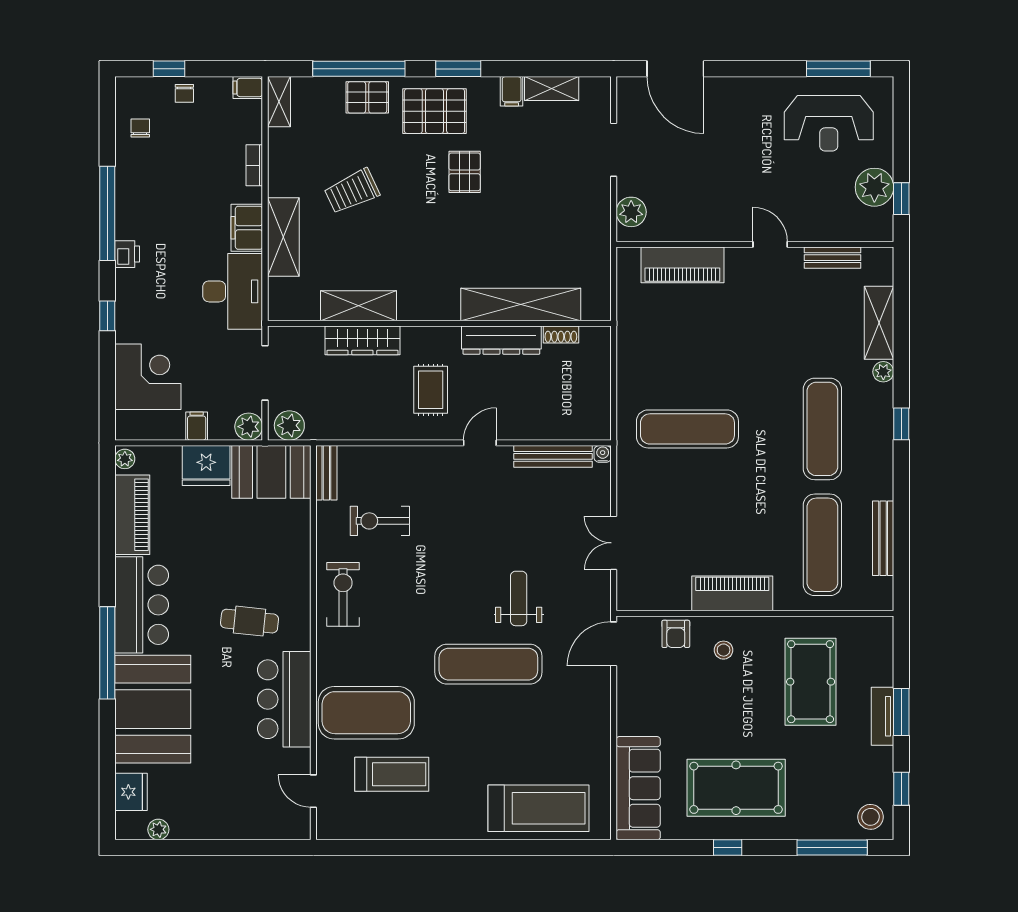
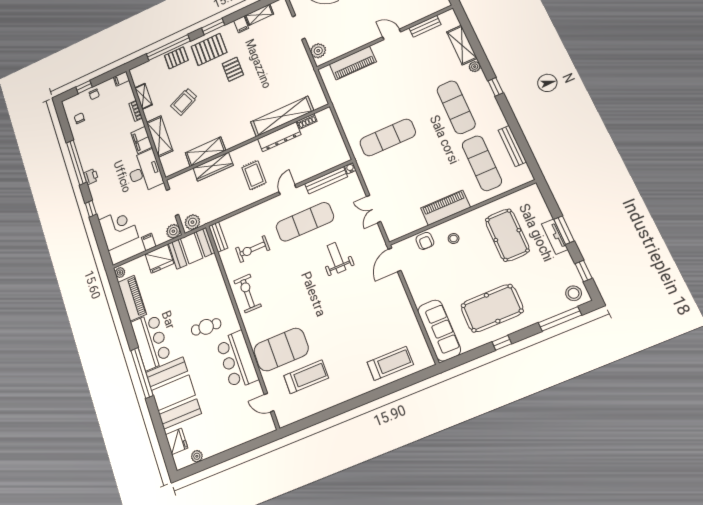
shelving: (279, 102) -> (144, 96), moved
exercise mat: (488, 664) -> (305, 222), moved
treadmill: (538, 808) -> (390, 363), width x0.73, depth x0.73

